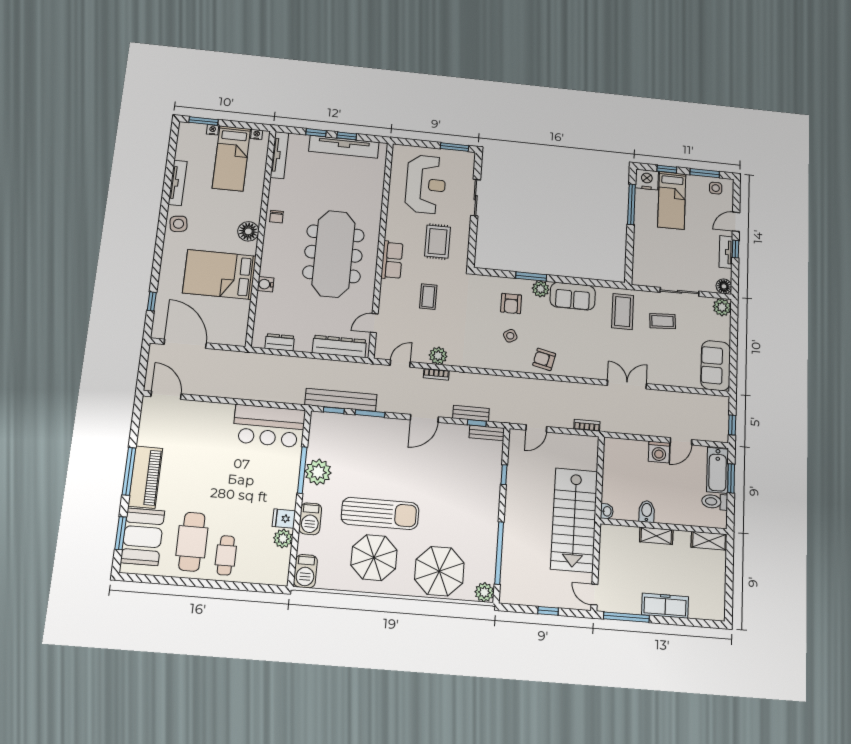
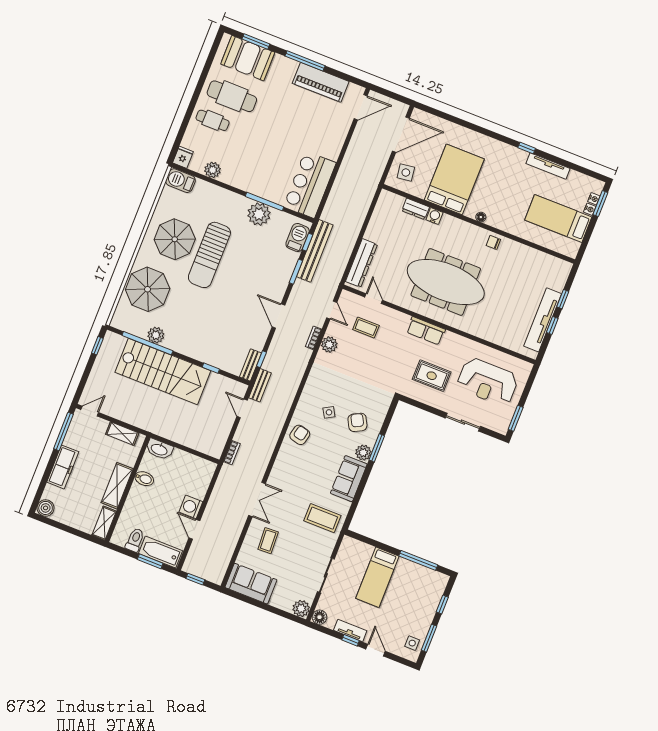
nightstand: (257, 134) -> (594, 199), moved
tv unit: (279, 155) -> (550, 261), removed
nightstand: (647, 180) -> (438, 583), removed
bed: (672, 200) -> (377, 577), moved, turned -90
side table: (179, 224) -> (406, 173), moved
floor lamp: (248, 231) -> (481, 217), width x0.53, depth x0.53
coffee table: (428, 297) -> (366, 327), moved
window: (152, 301) -> (527, 148), moved
armchair: (511, 304) -> (357, 422), turned 62
coffee table: (663, 321) -> (268, 541), moved
dresser: (280, 342) -> (416, 209), moved, turned 90
bench: (471, 413) -> (260, 385), moved
piano: (145, 477) -> (321, 82), moved
washbasin: (607, 511) -> (159, 449), width x1.91, depth x1.45
fridge: (284, 519) -> (183, 157), moved
barbecue: (310, 519) -> (298, 237), moved, turned 90
stairs: (574, 520) -> (163, 371), moved, turned 180
shelving: (656, 536) -> (117, 486), width x1.50, depth x1.33
shelving: (607, 551) -> (122, 434), added
plant: (484, 592) -> (156, 335), moved
window: (548, 611) -> (97, 346), moved
boiler: (716, 611) -> (46, 508), added

